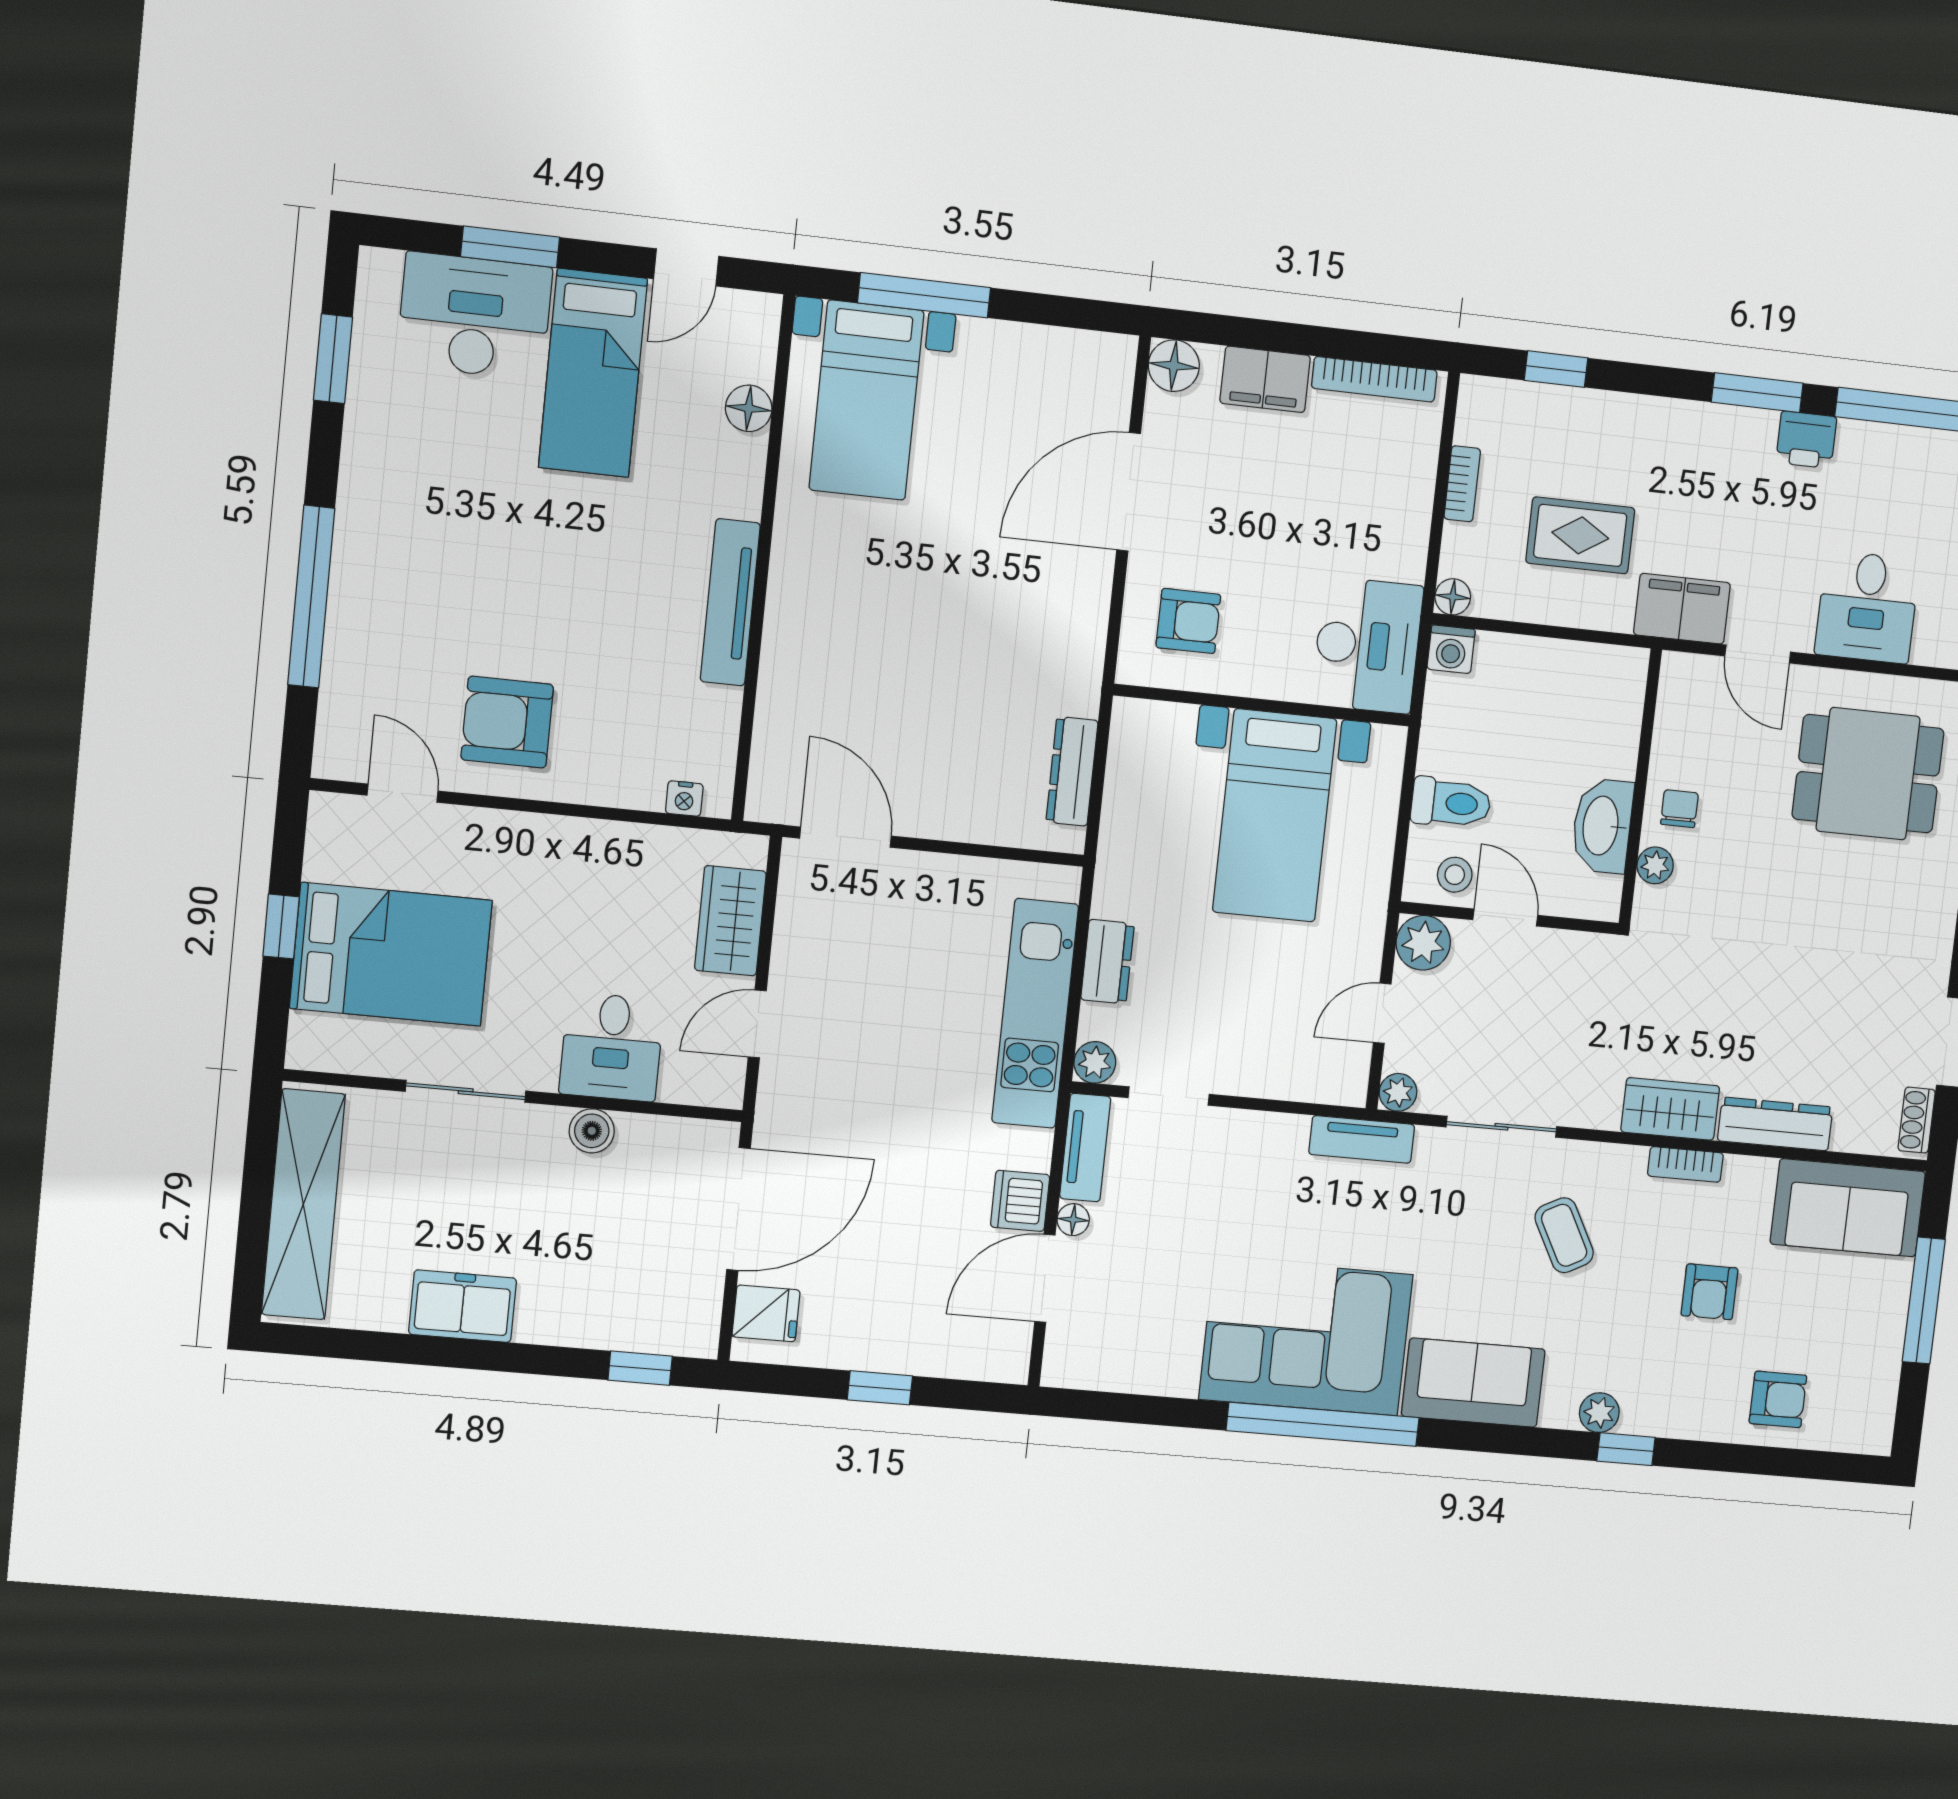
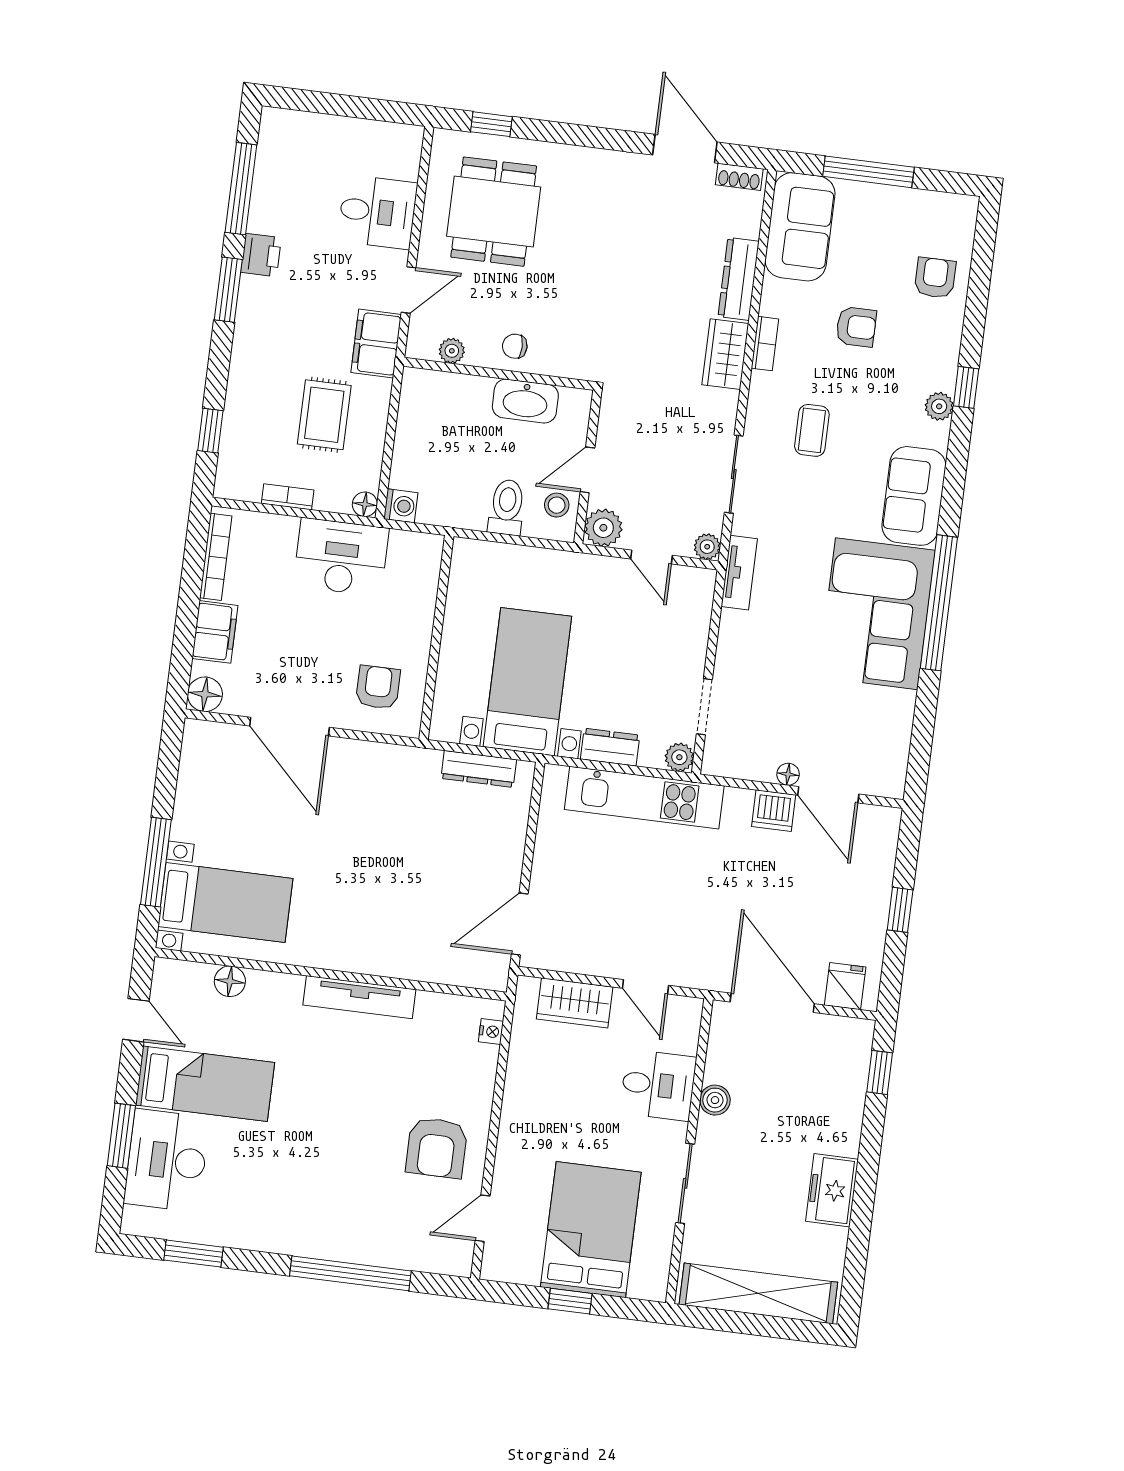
desk: (1367, 645) -> (341, 557), moved
bed with nightstands: (1275, 815) -> (527, 682), moved, turned -90
plant: (1655, 865) -> (452, 351), moved
tv unit: (1085, 1148) -> (738, 765), removed
coffee table: (1564, 1235) -> (812, 430), turned -62

